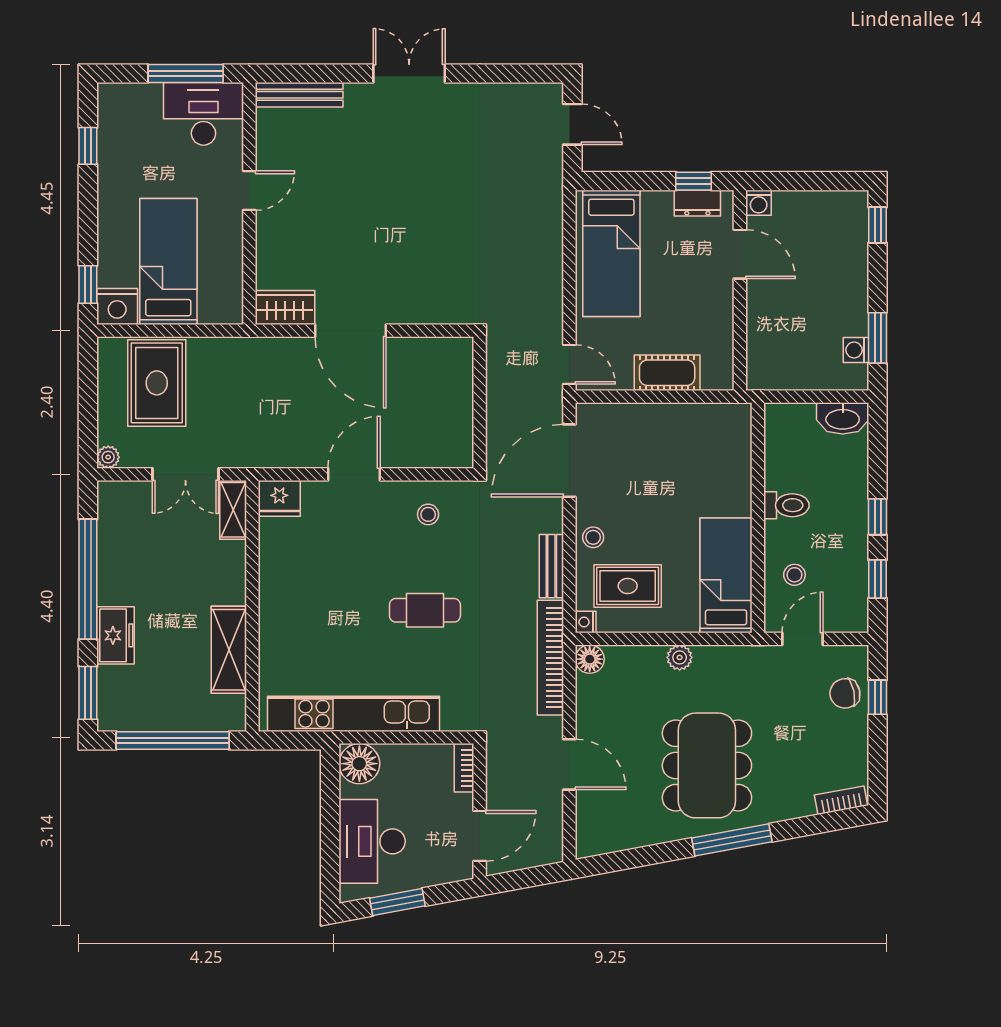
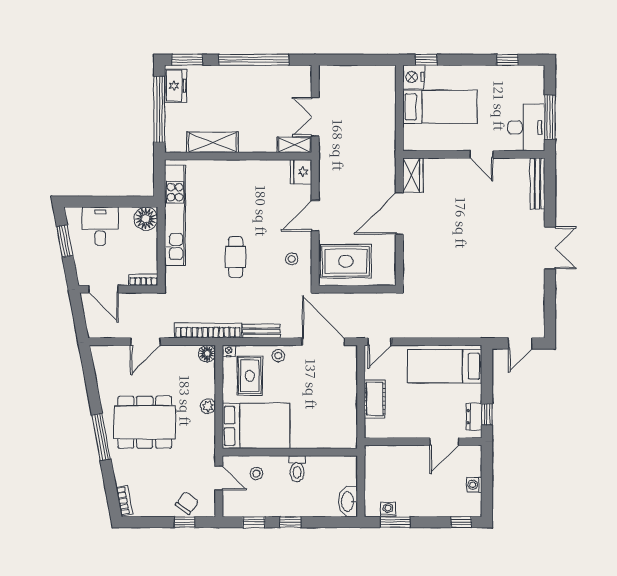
washing machine: (759, 203) -> (474, 485), moved
rug: (157, 383) -> (346, 261), moved
plant: (108, 457) -> (325, 72), removed
door: (354, 474) -> (315, 216), swing flipped
bed: (726, 575) -> (256, 426), width x1.50
freezer: (116, 635) -> (176, 86), moved, turned -90
chair: (845, 693) -> (187, 503), turned 49
desk: (372, 841) -> (100, 226), width x0.73

